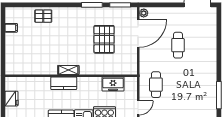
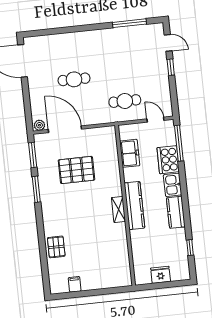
kitchen counter: (64, 83) -> (134, 205), width x1.50

